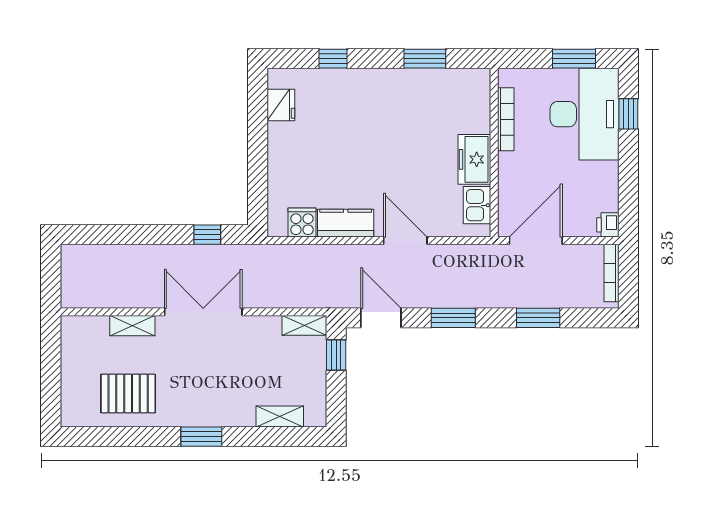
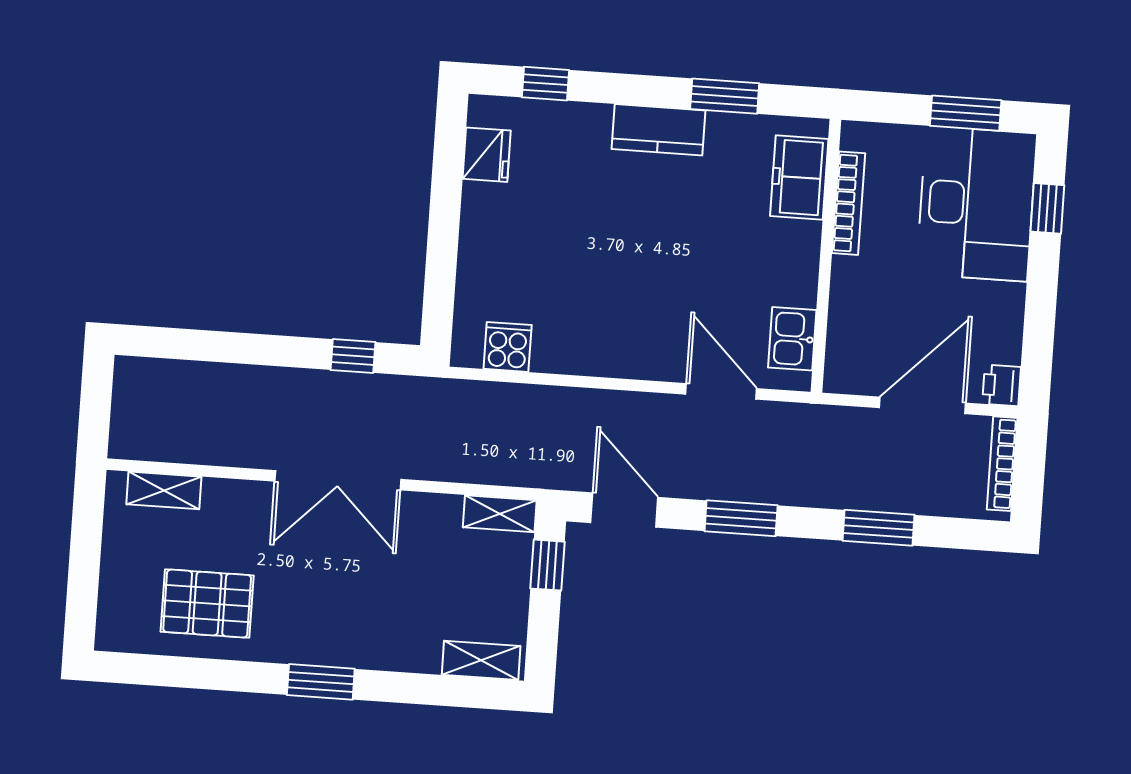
window: (333, 59) -> (545, 84), moved
freezer: (474, 159) -> (799, 178), moved
kitchen counter: (346, 223) -> (659, 130), moved, turned 180
door: (405, 241) -> (721, 391), moved
door: (536, 241) -> (923, 405), moved
double door: (203, 312) -> (338, 480), swing flipped
shelving: (132, 326) -> (164, 490), moved
shelving: (280, 417) -> (481, 660), moved

